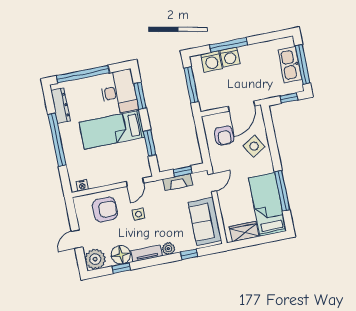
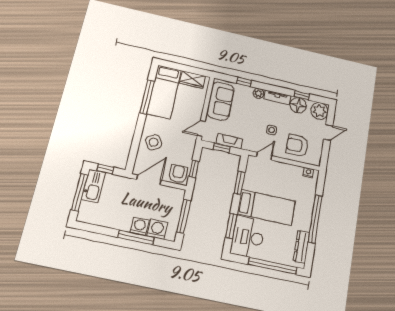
kitchen sink: (290, 65) -> (93, 186), moved
armchair: (224, 136) -> (178, 174), moved
window: (202, 137) -> (194, 169), added

